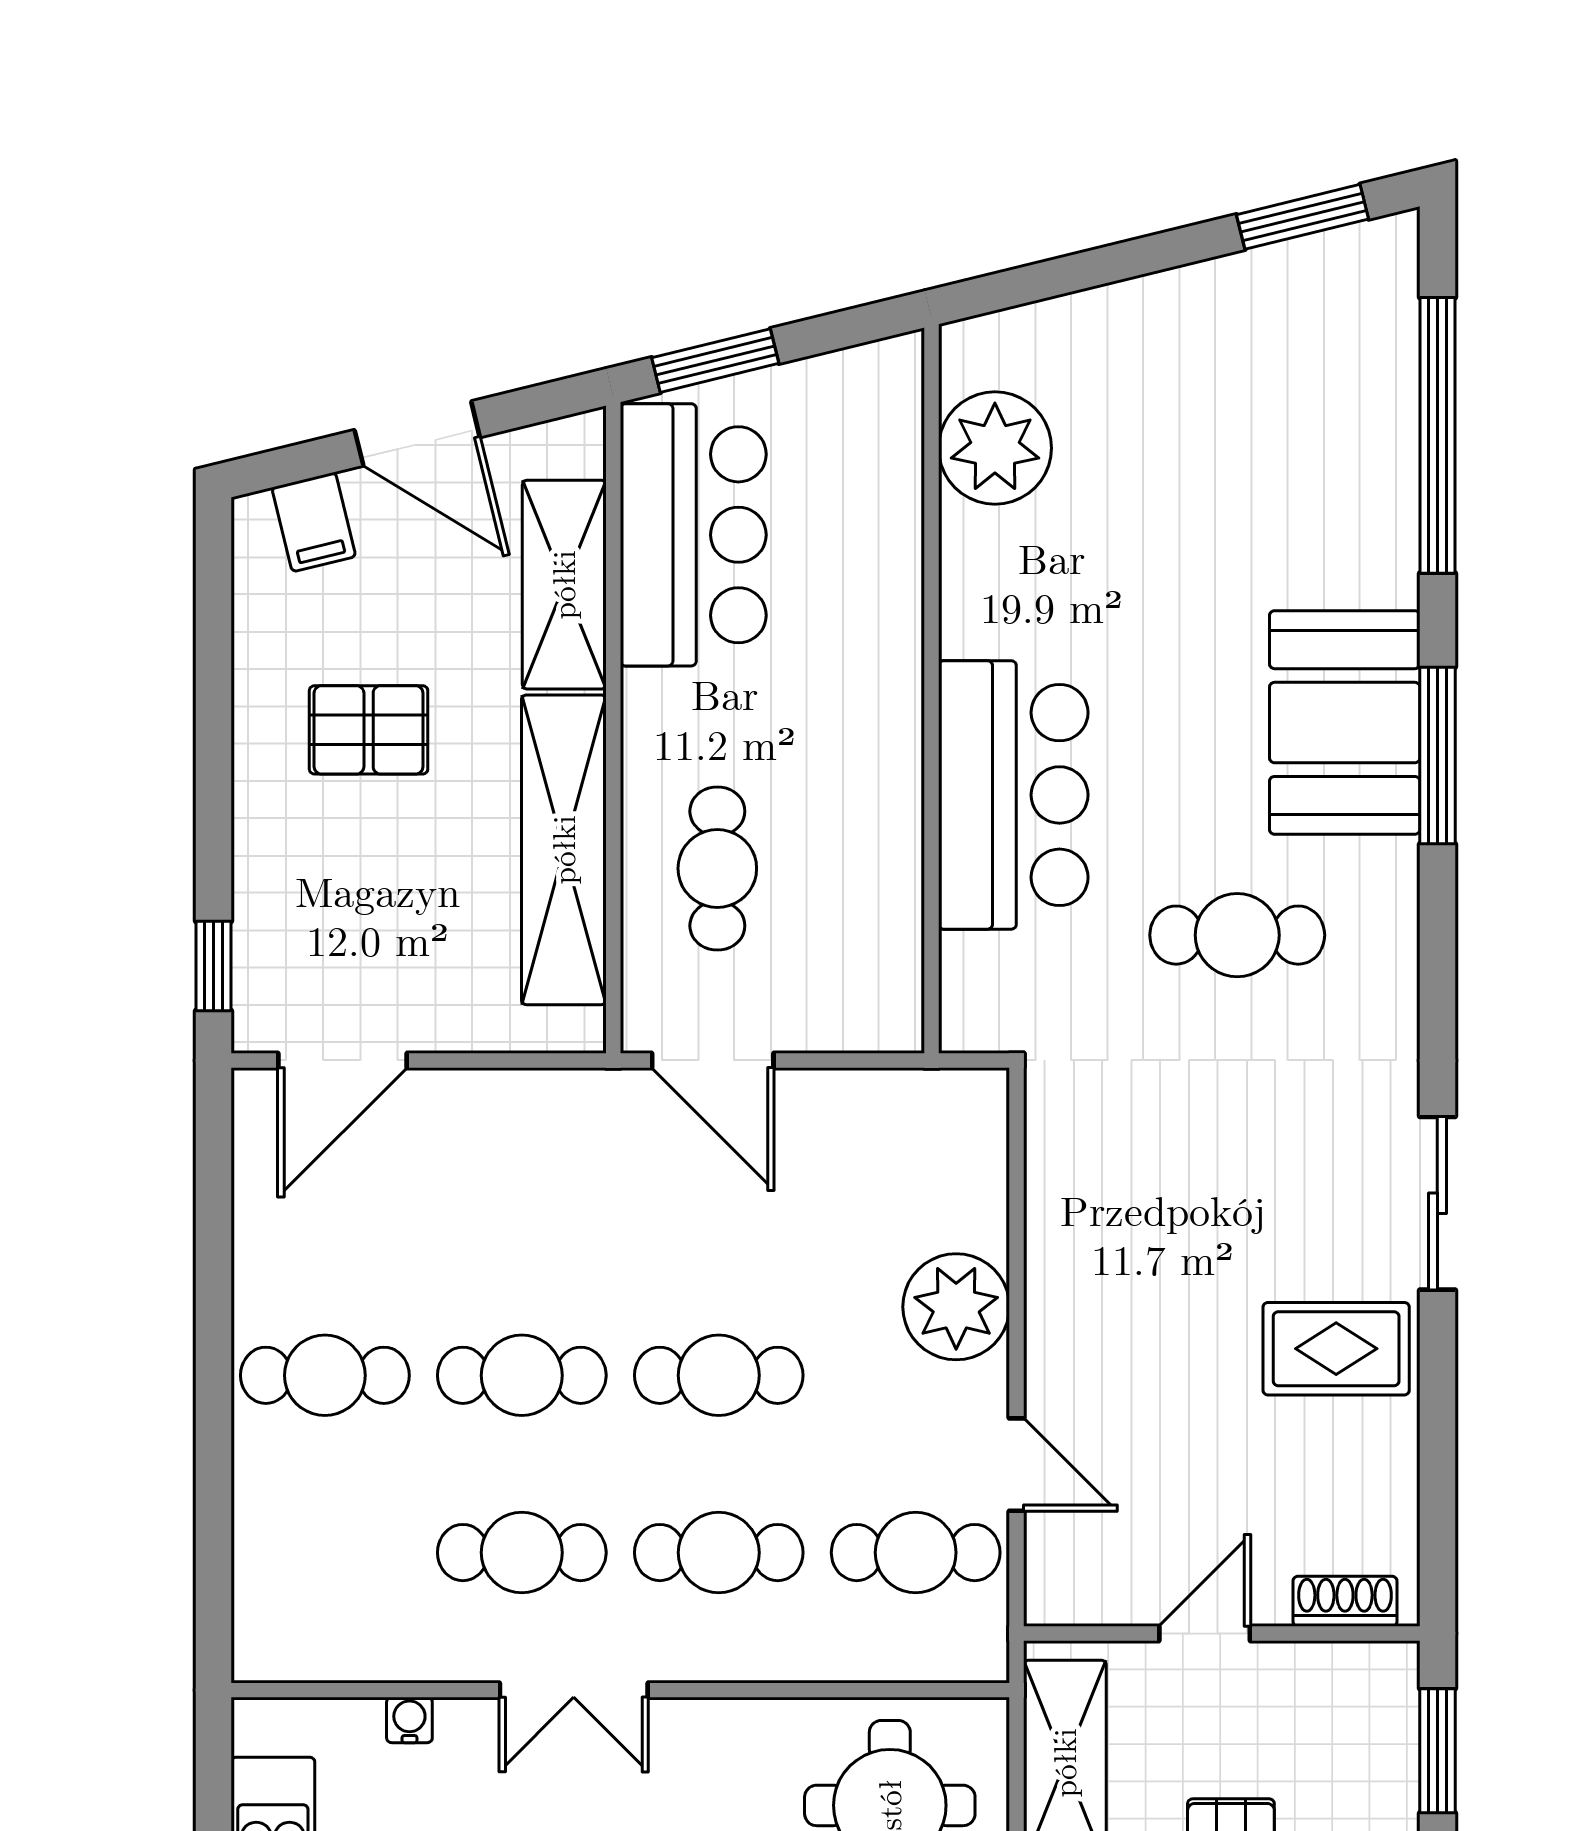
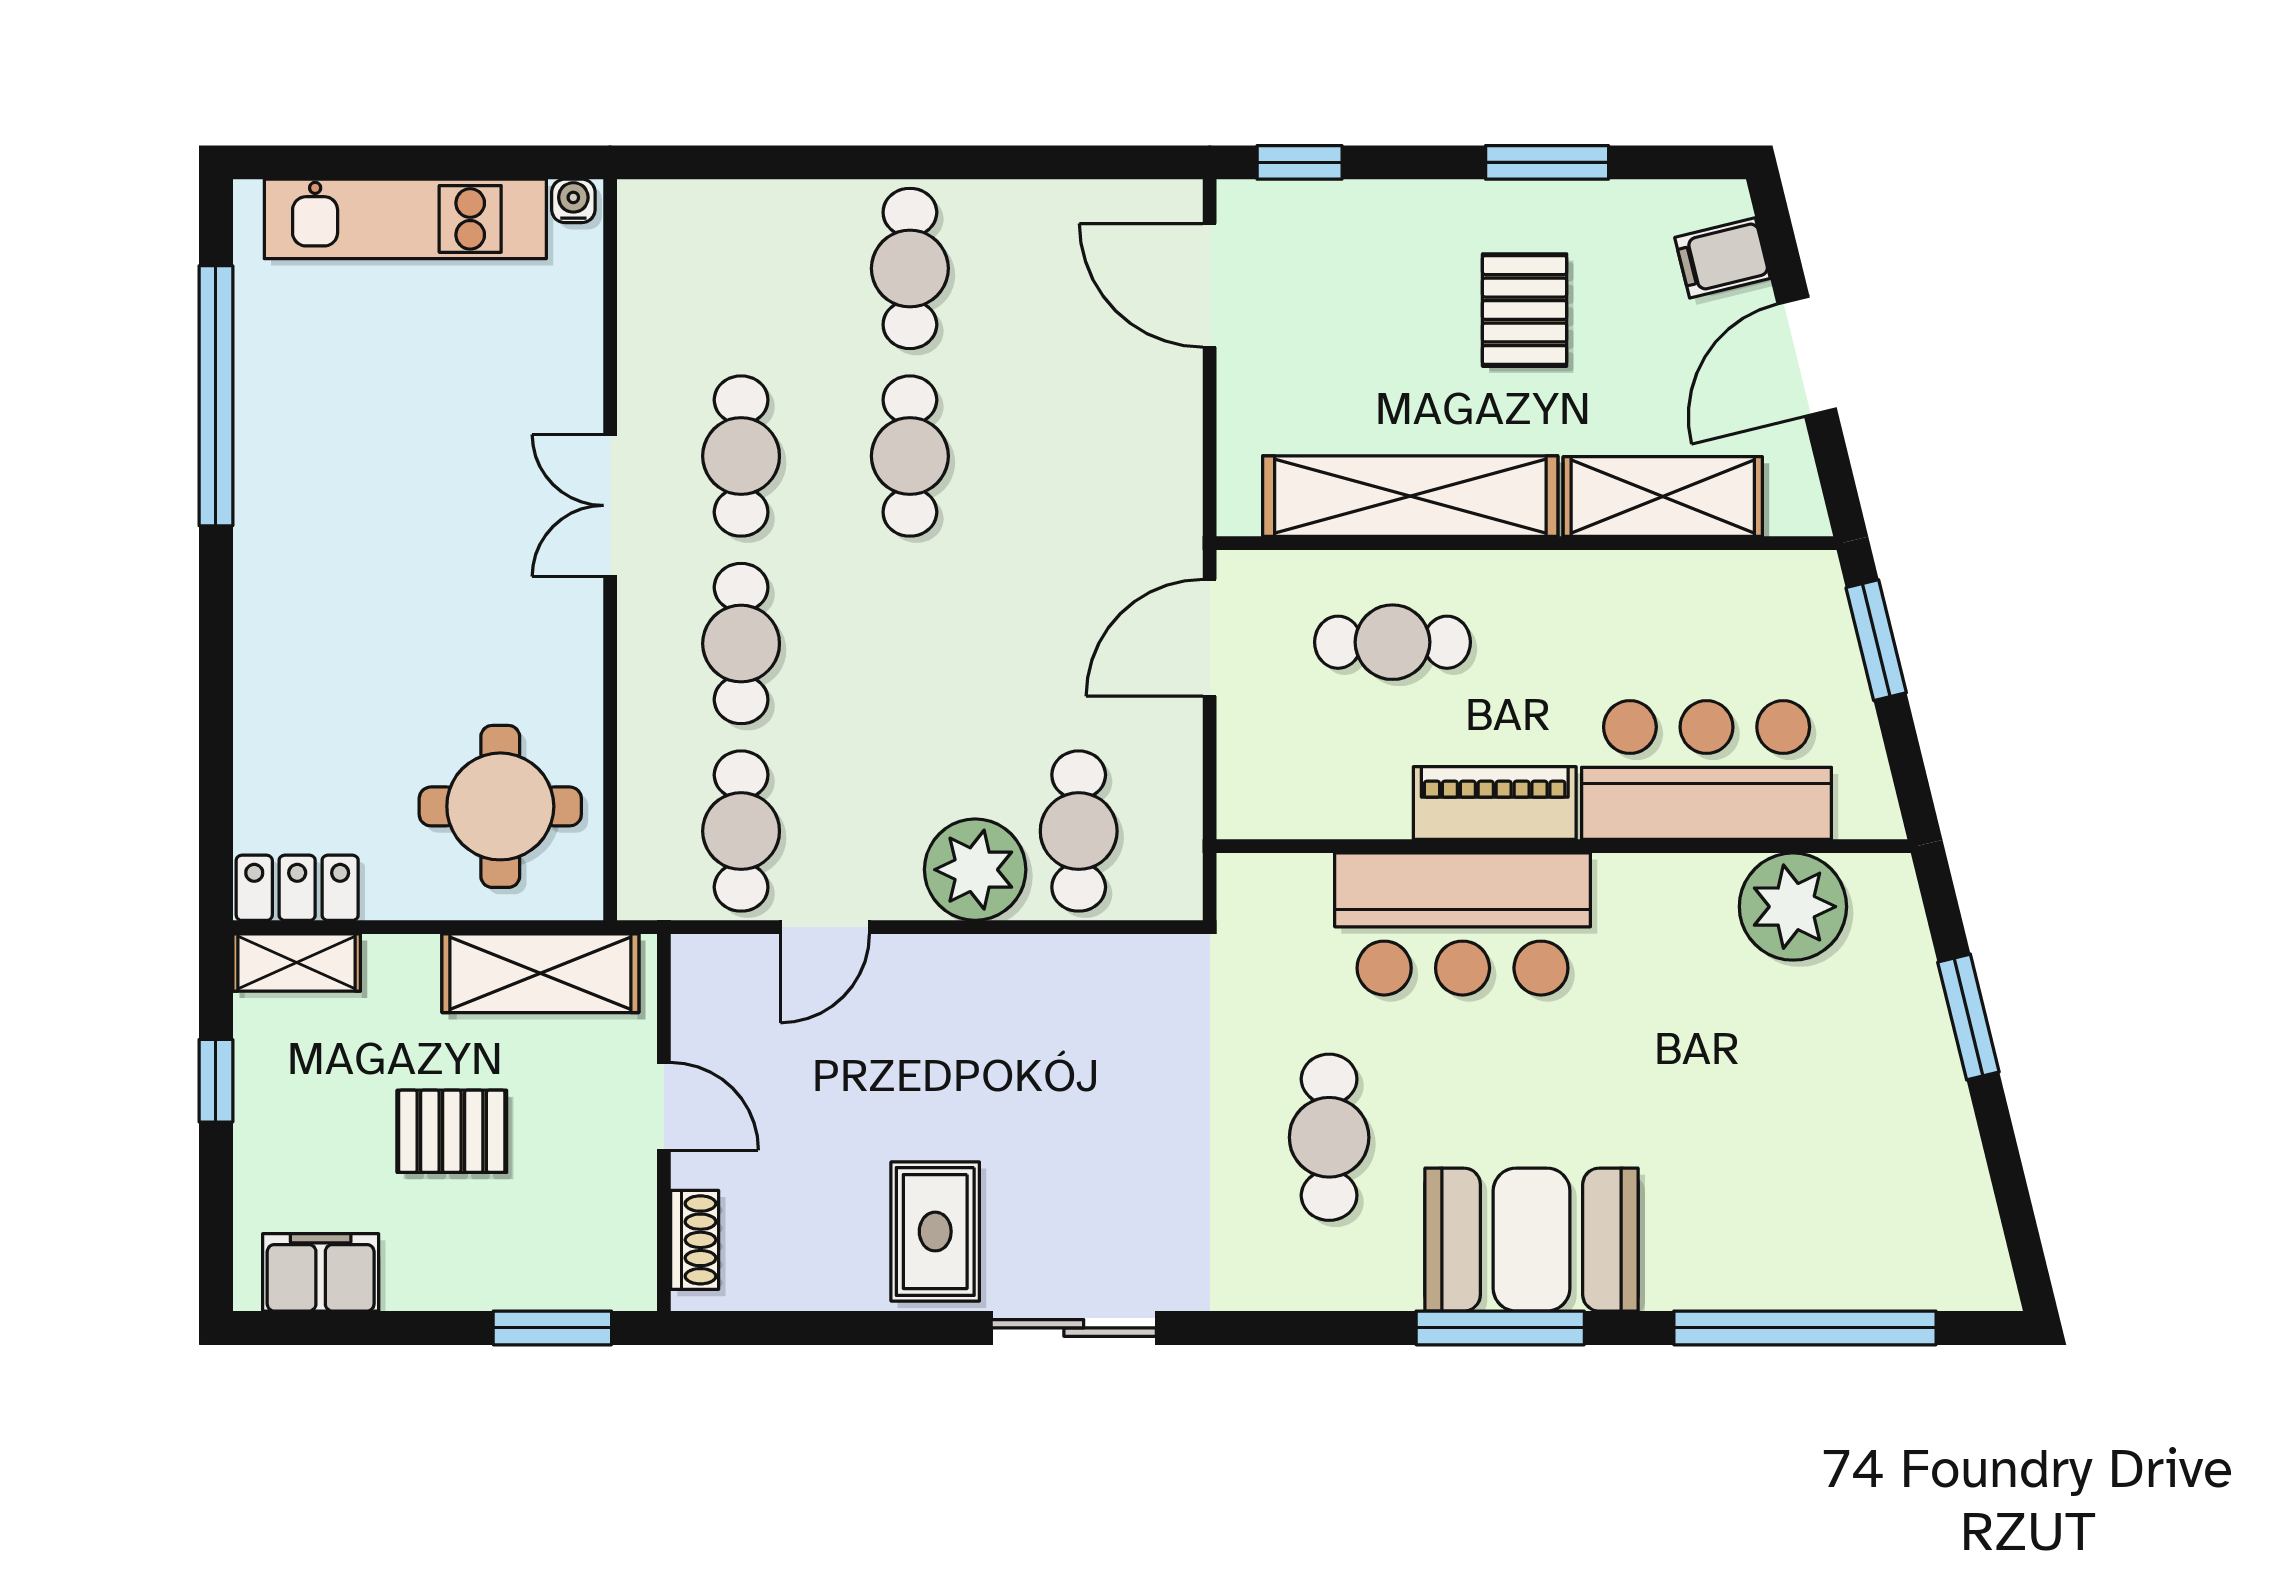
window: (1303, 217) -> (1968, 1017), moved
bar counter: (693, 535) -> (1707, 770), moved, turned 180
window: (213, 706) -> (1547, 162), added
piano: (886, 761) -> (1495, 803), added
cafe table: (719, 1375) -> (1079, 831), moved
water cooler: (409, 1720) -> (573, 201), moved, turned -90

